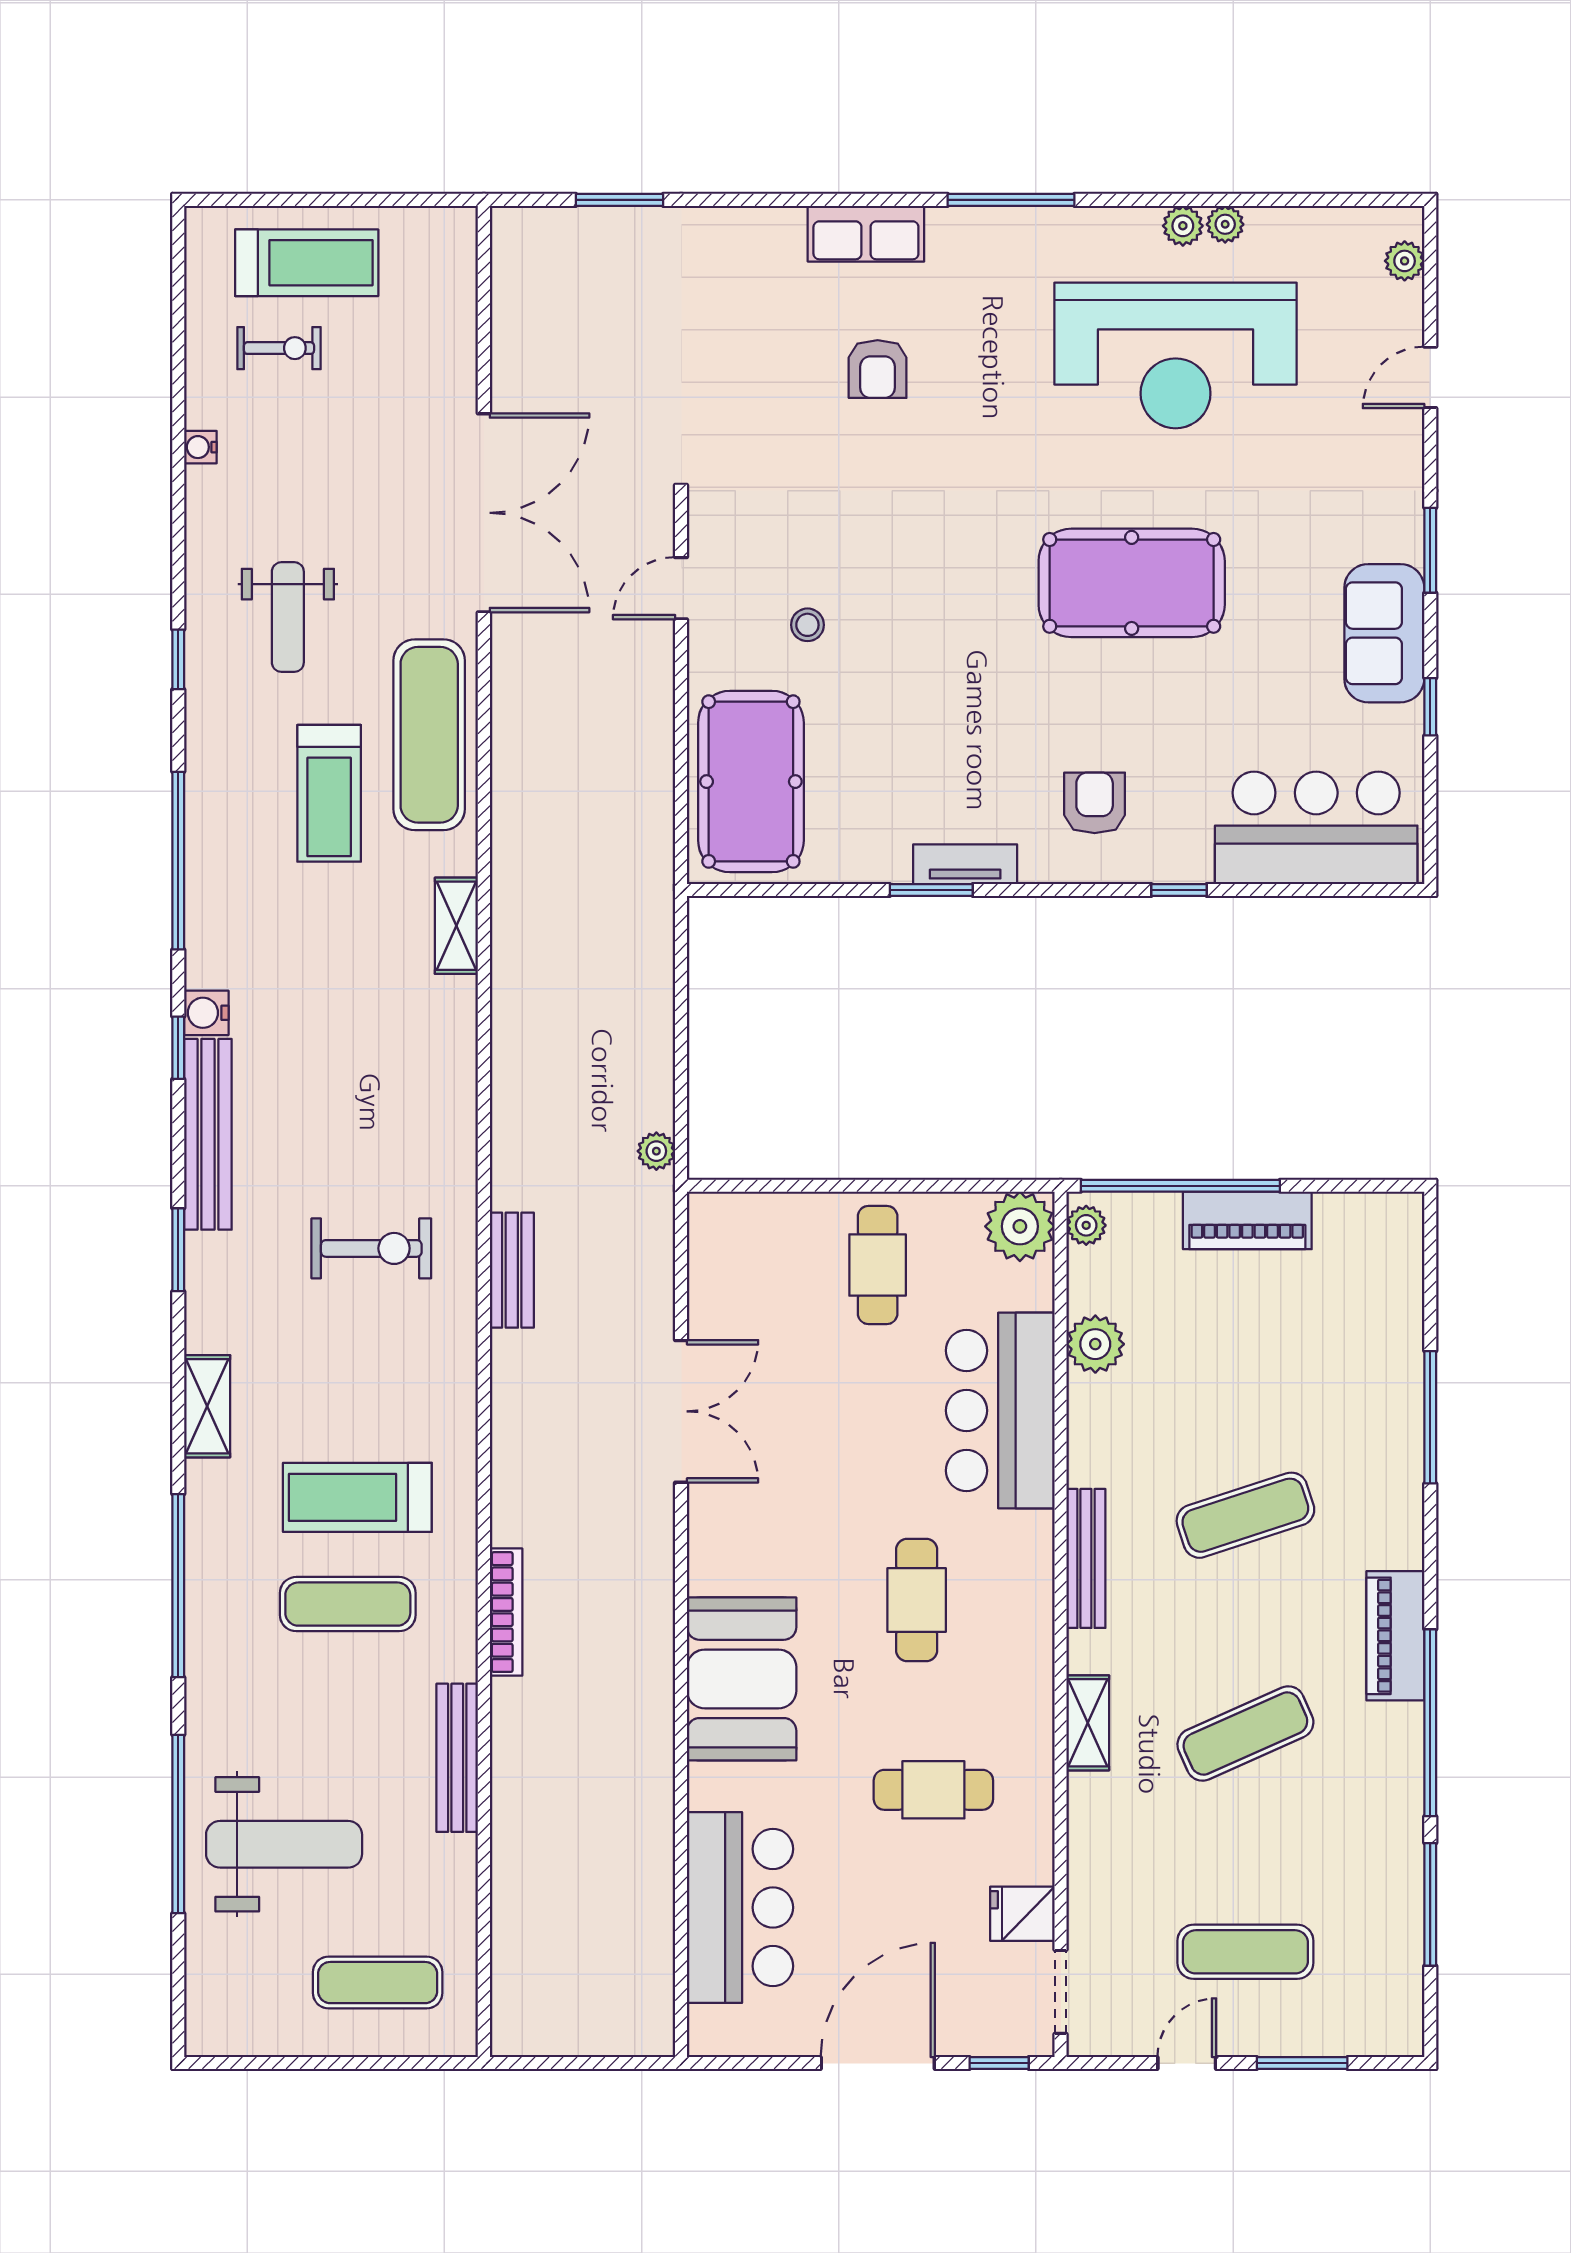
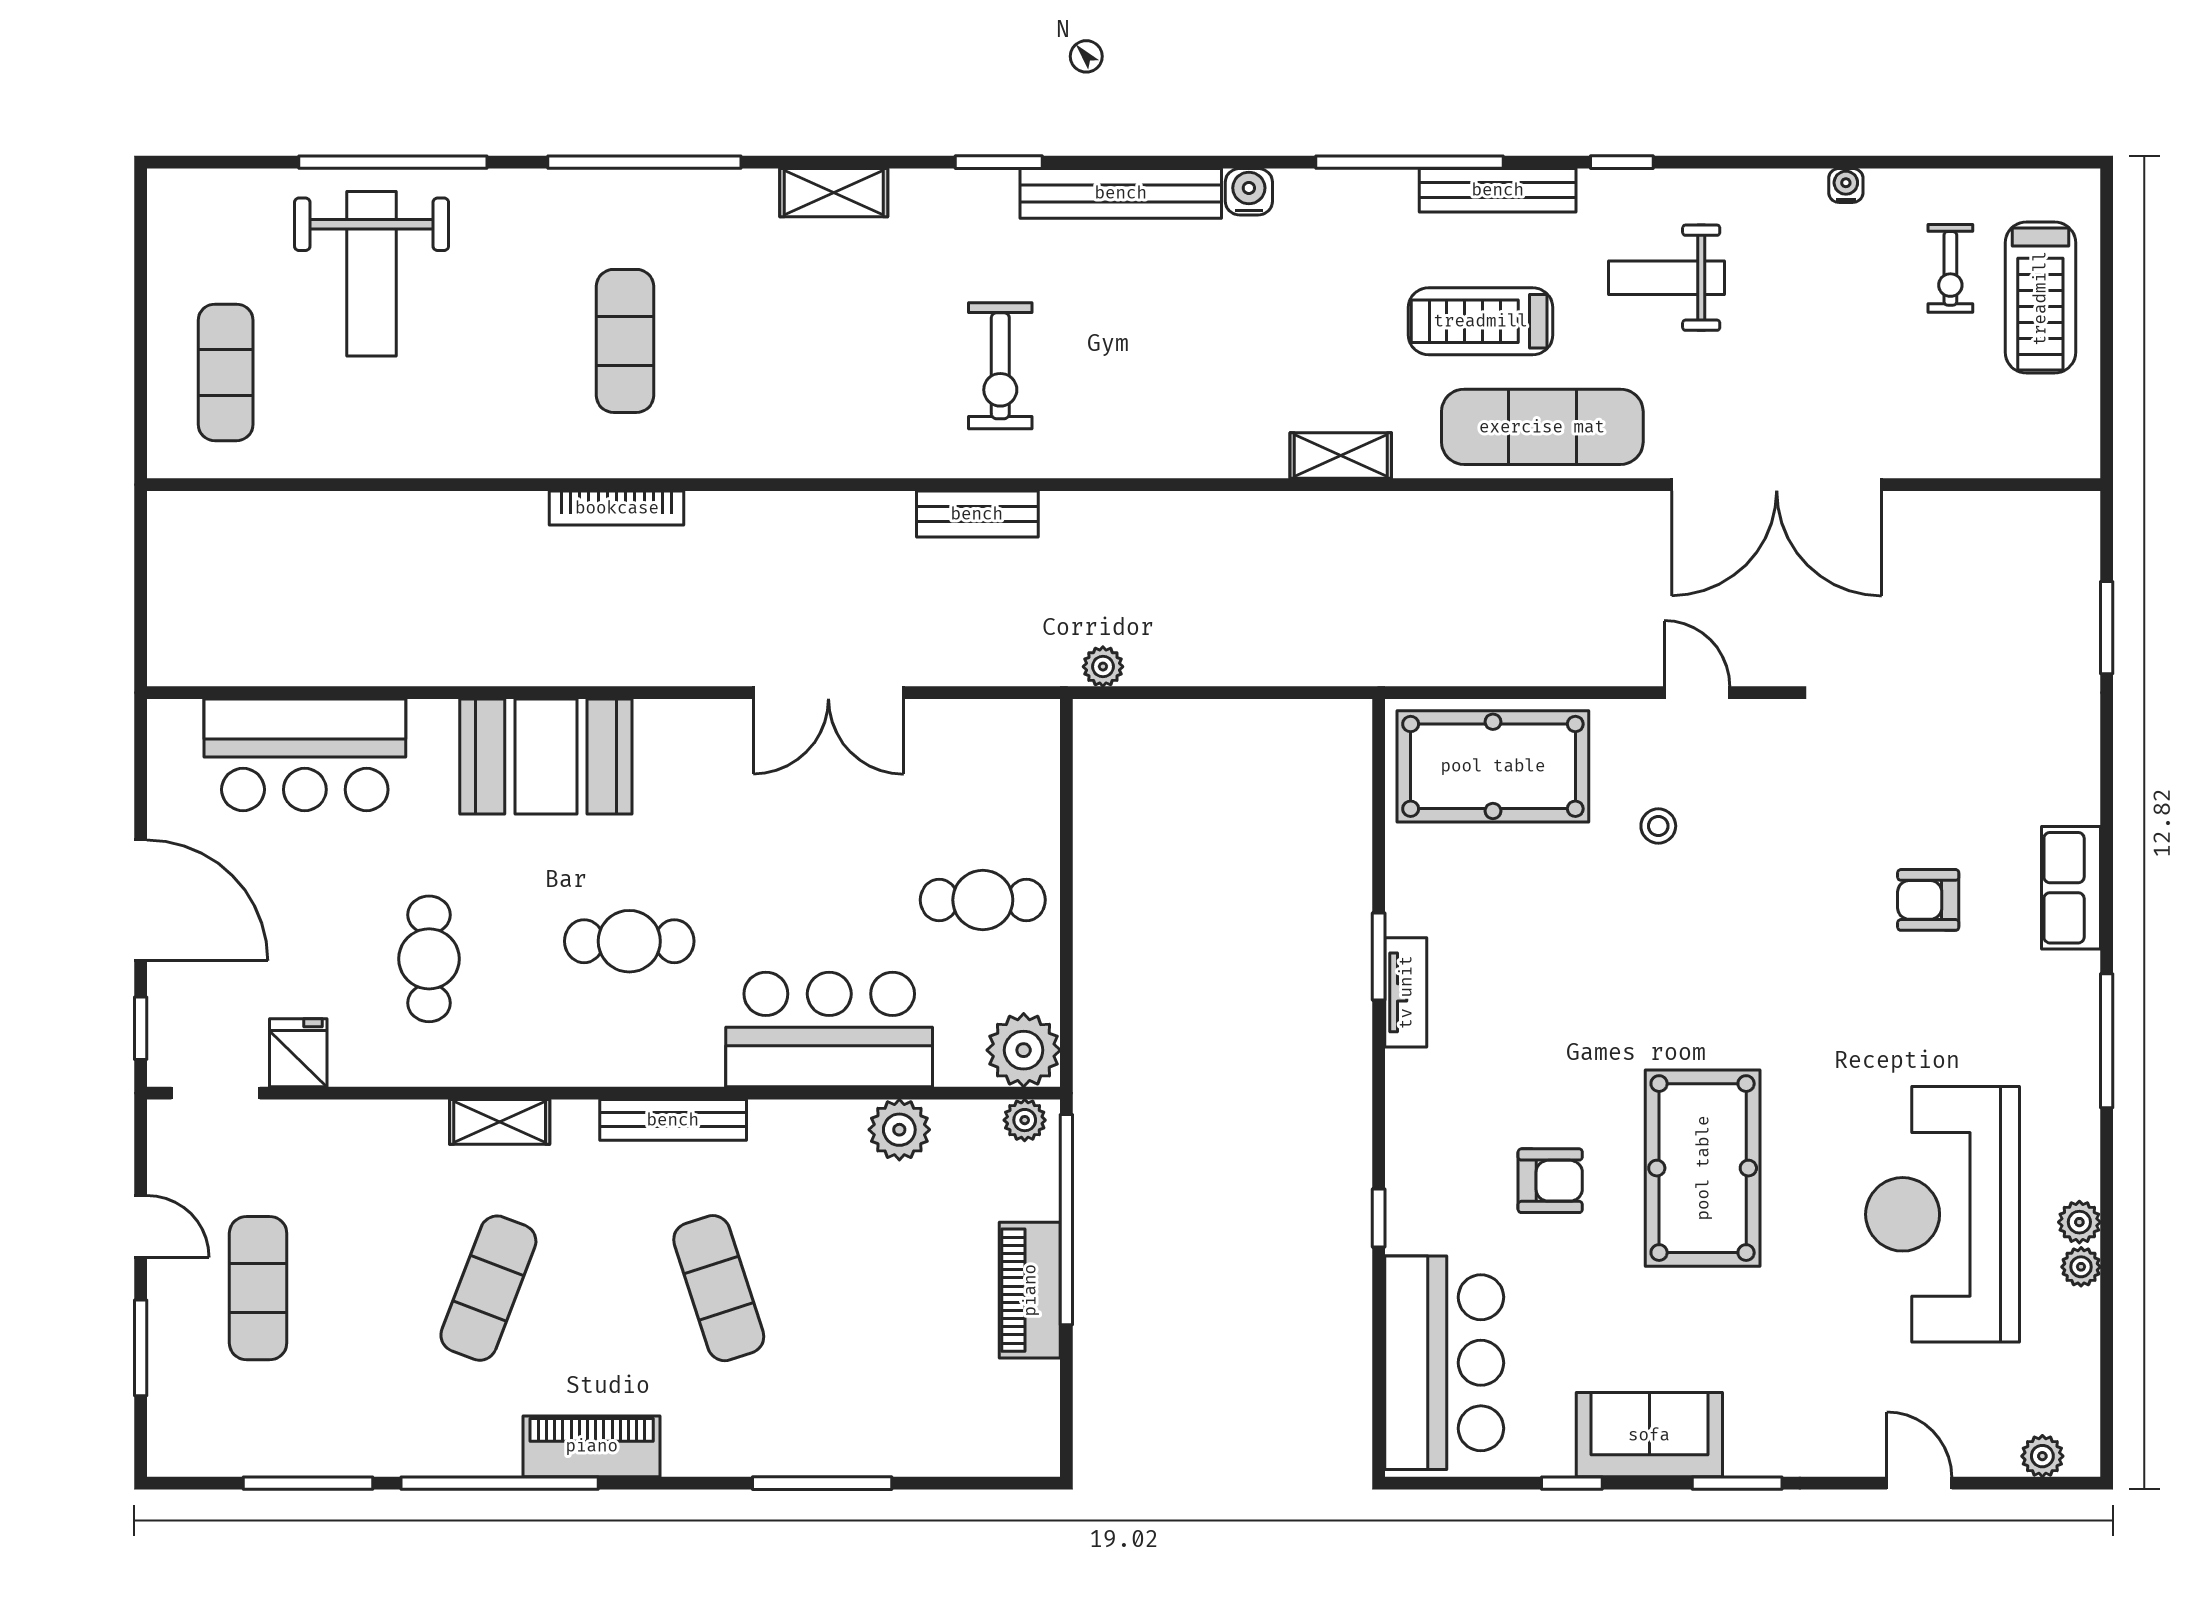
armchair: (1095, 803) -> (1550, 1181), moved
window: (178, 1048) -> (1212, 162), removed
treadmill: (357, 1497) -> (738, 351), removed
exercise mat: (1245, 1733) -> (488, 1288), turned 45
bench: (457, 1758) -> (1498, 190), moved

